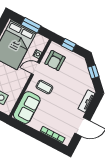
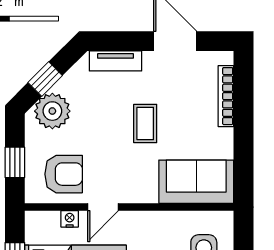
plant: (80, 68) -> (52, 111), added
door: (35, 69) -> (103, 207), hinge flipped
coffee table: (44, 87) -> (145, 123), moved

